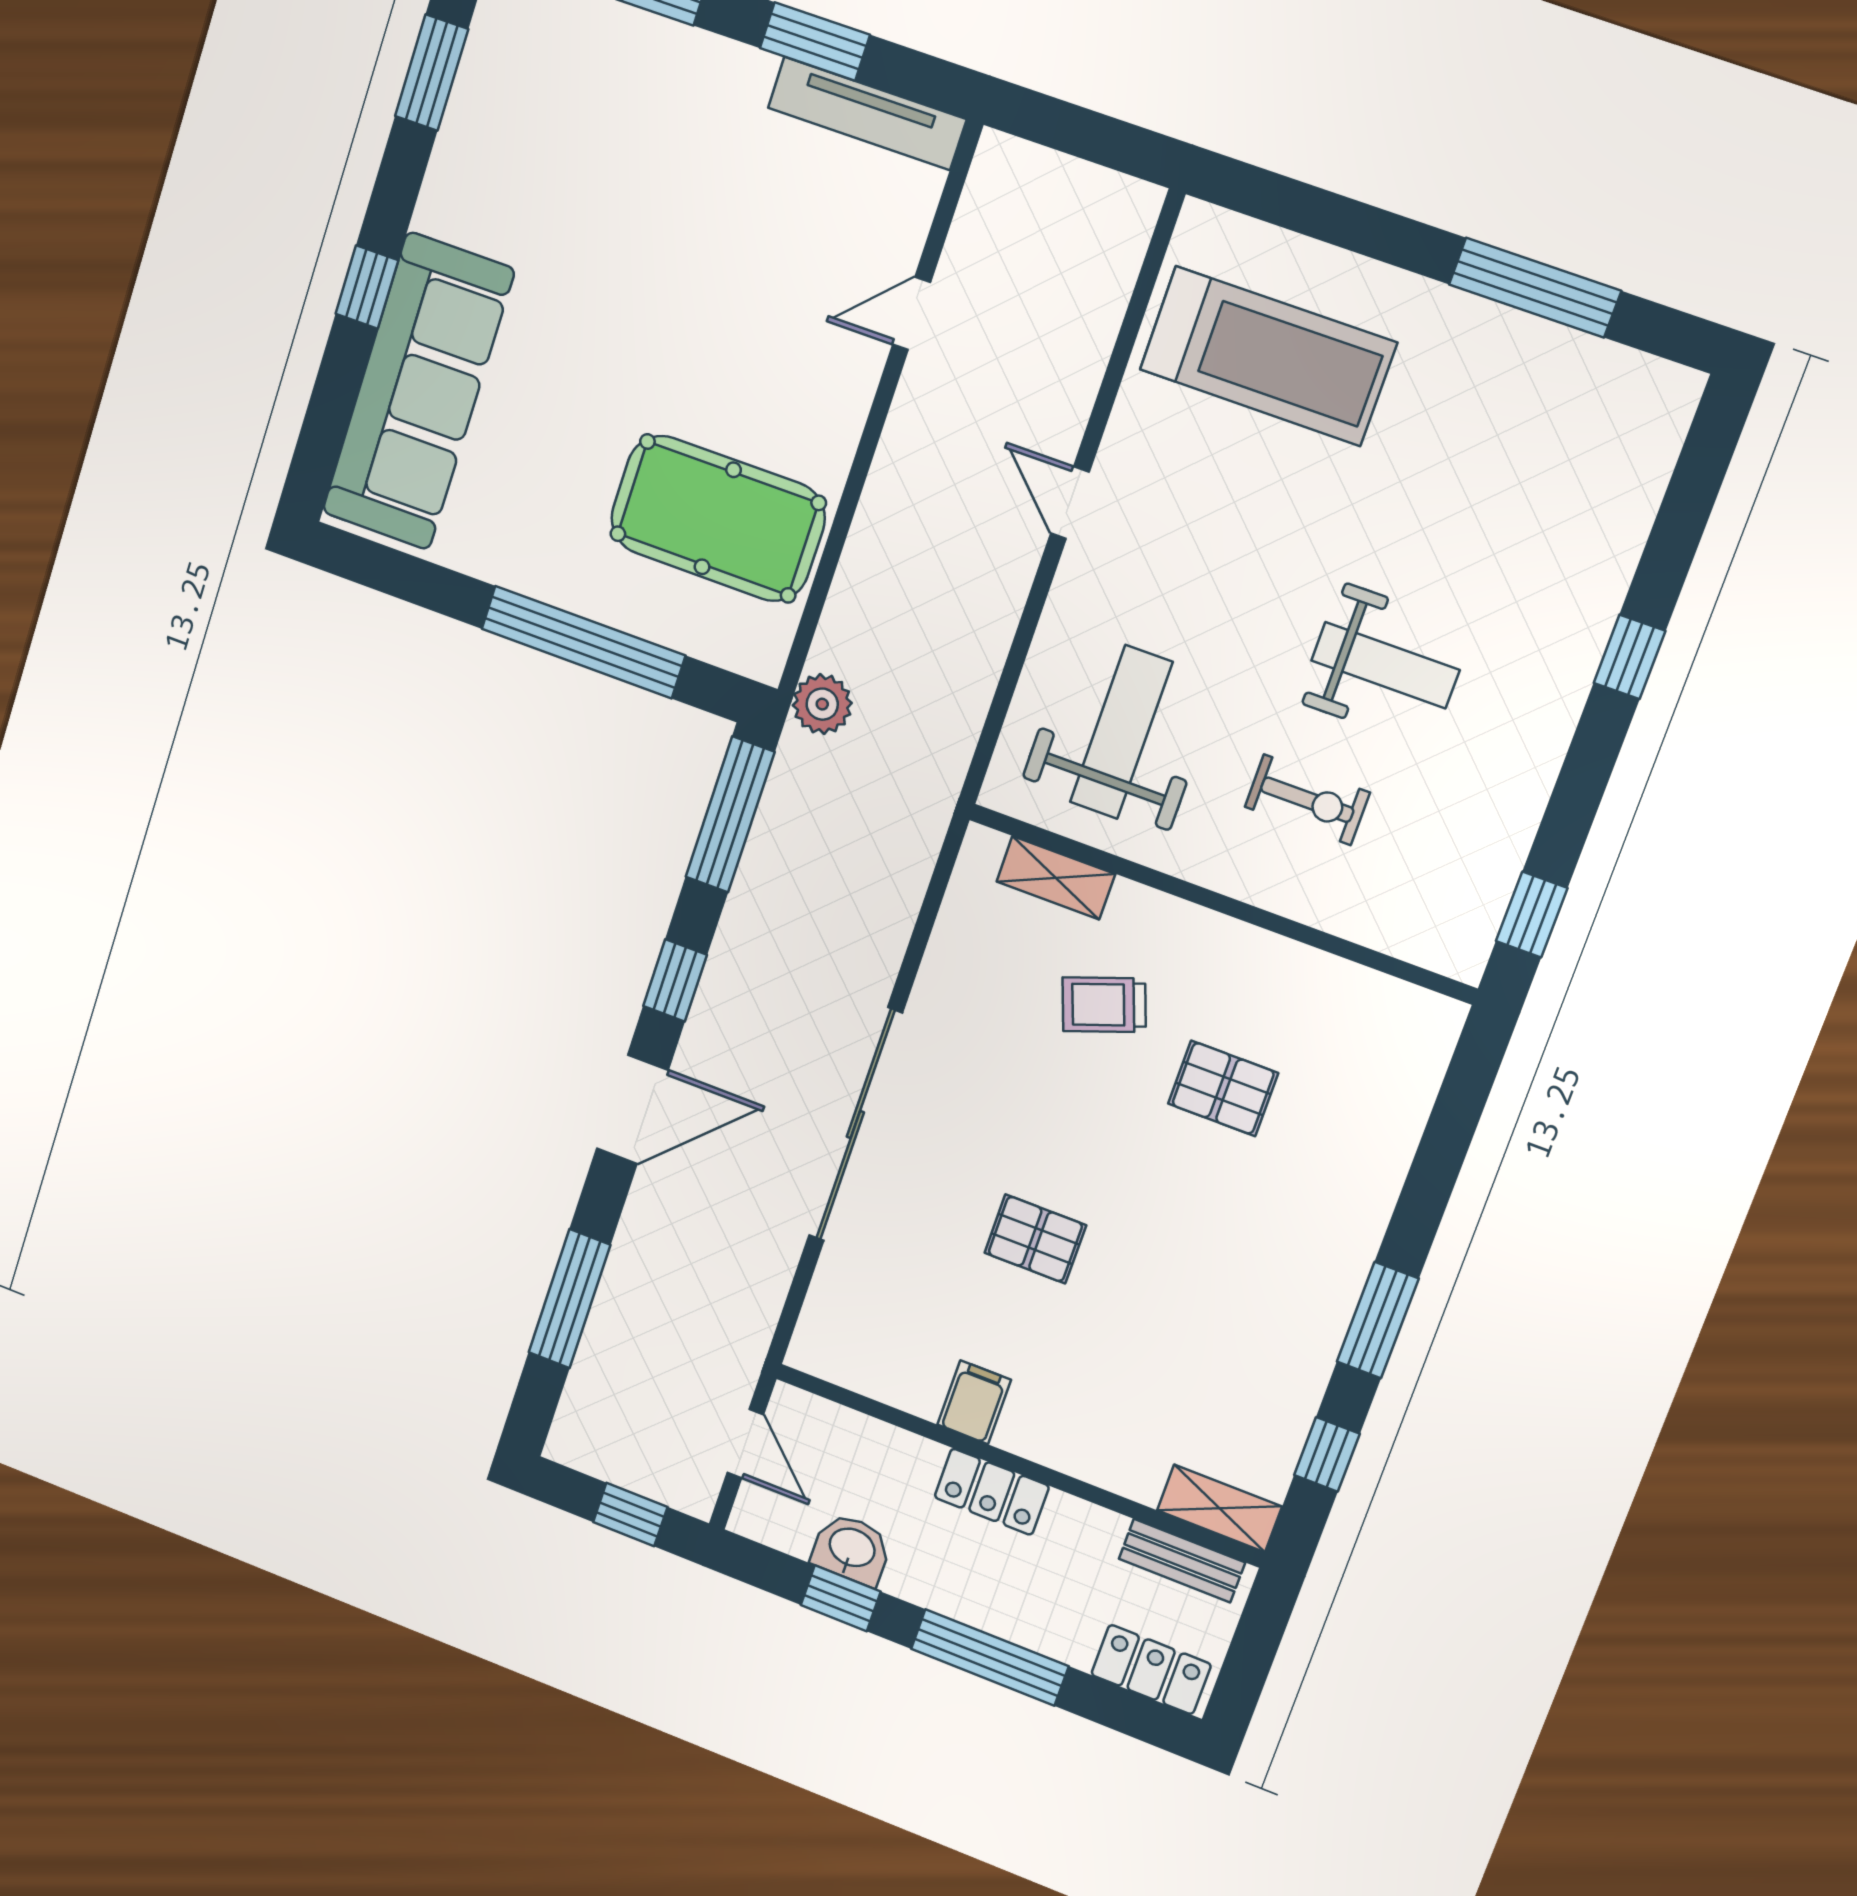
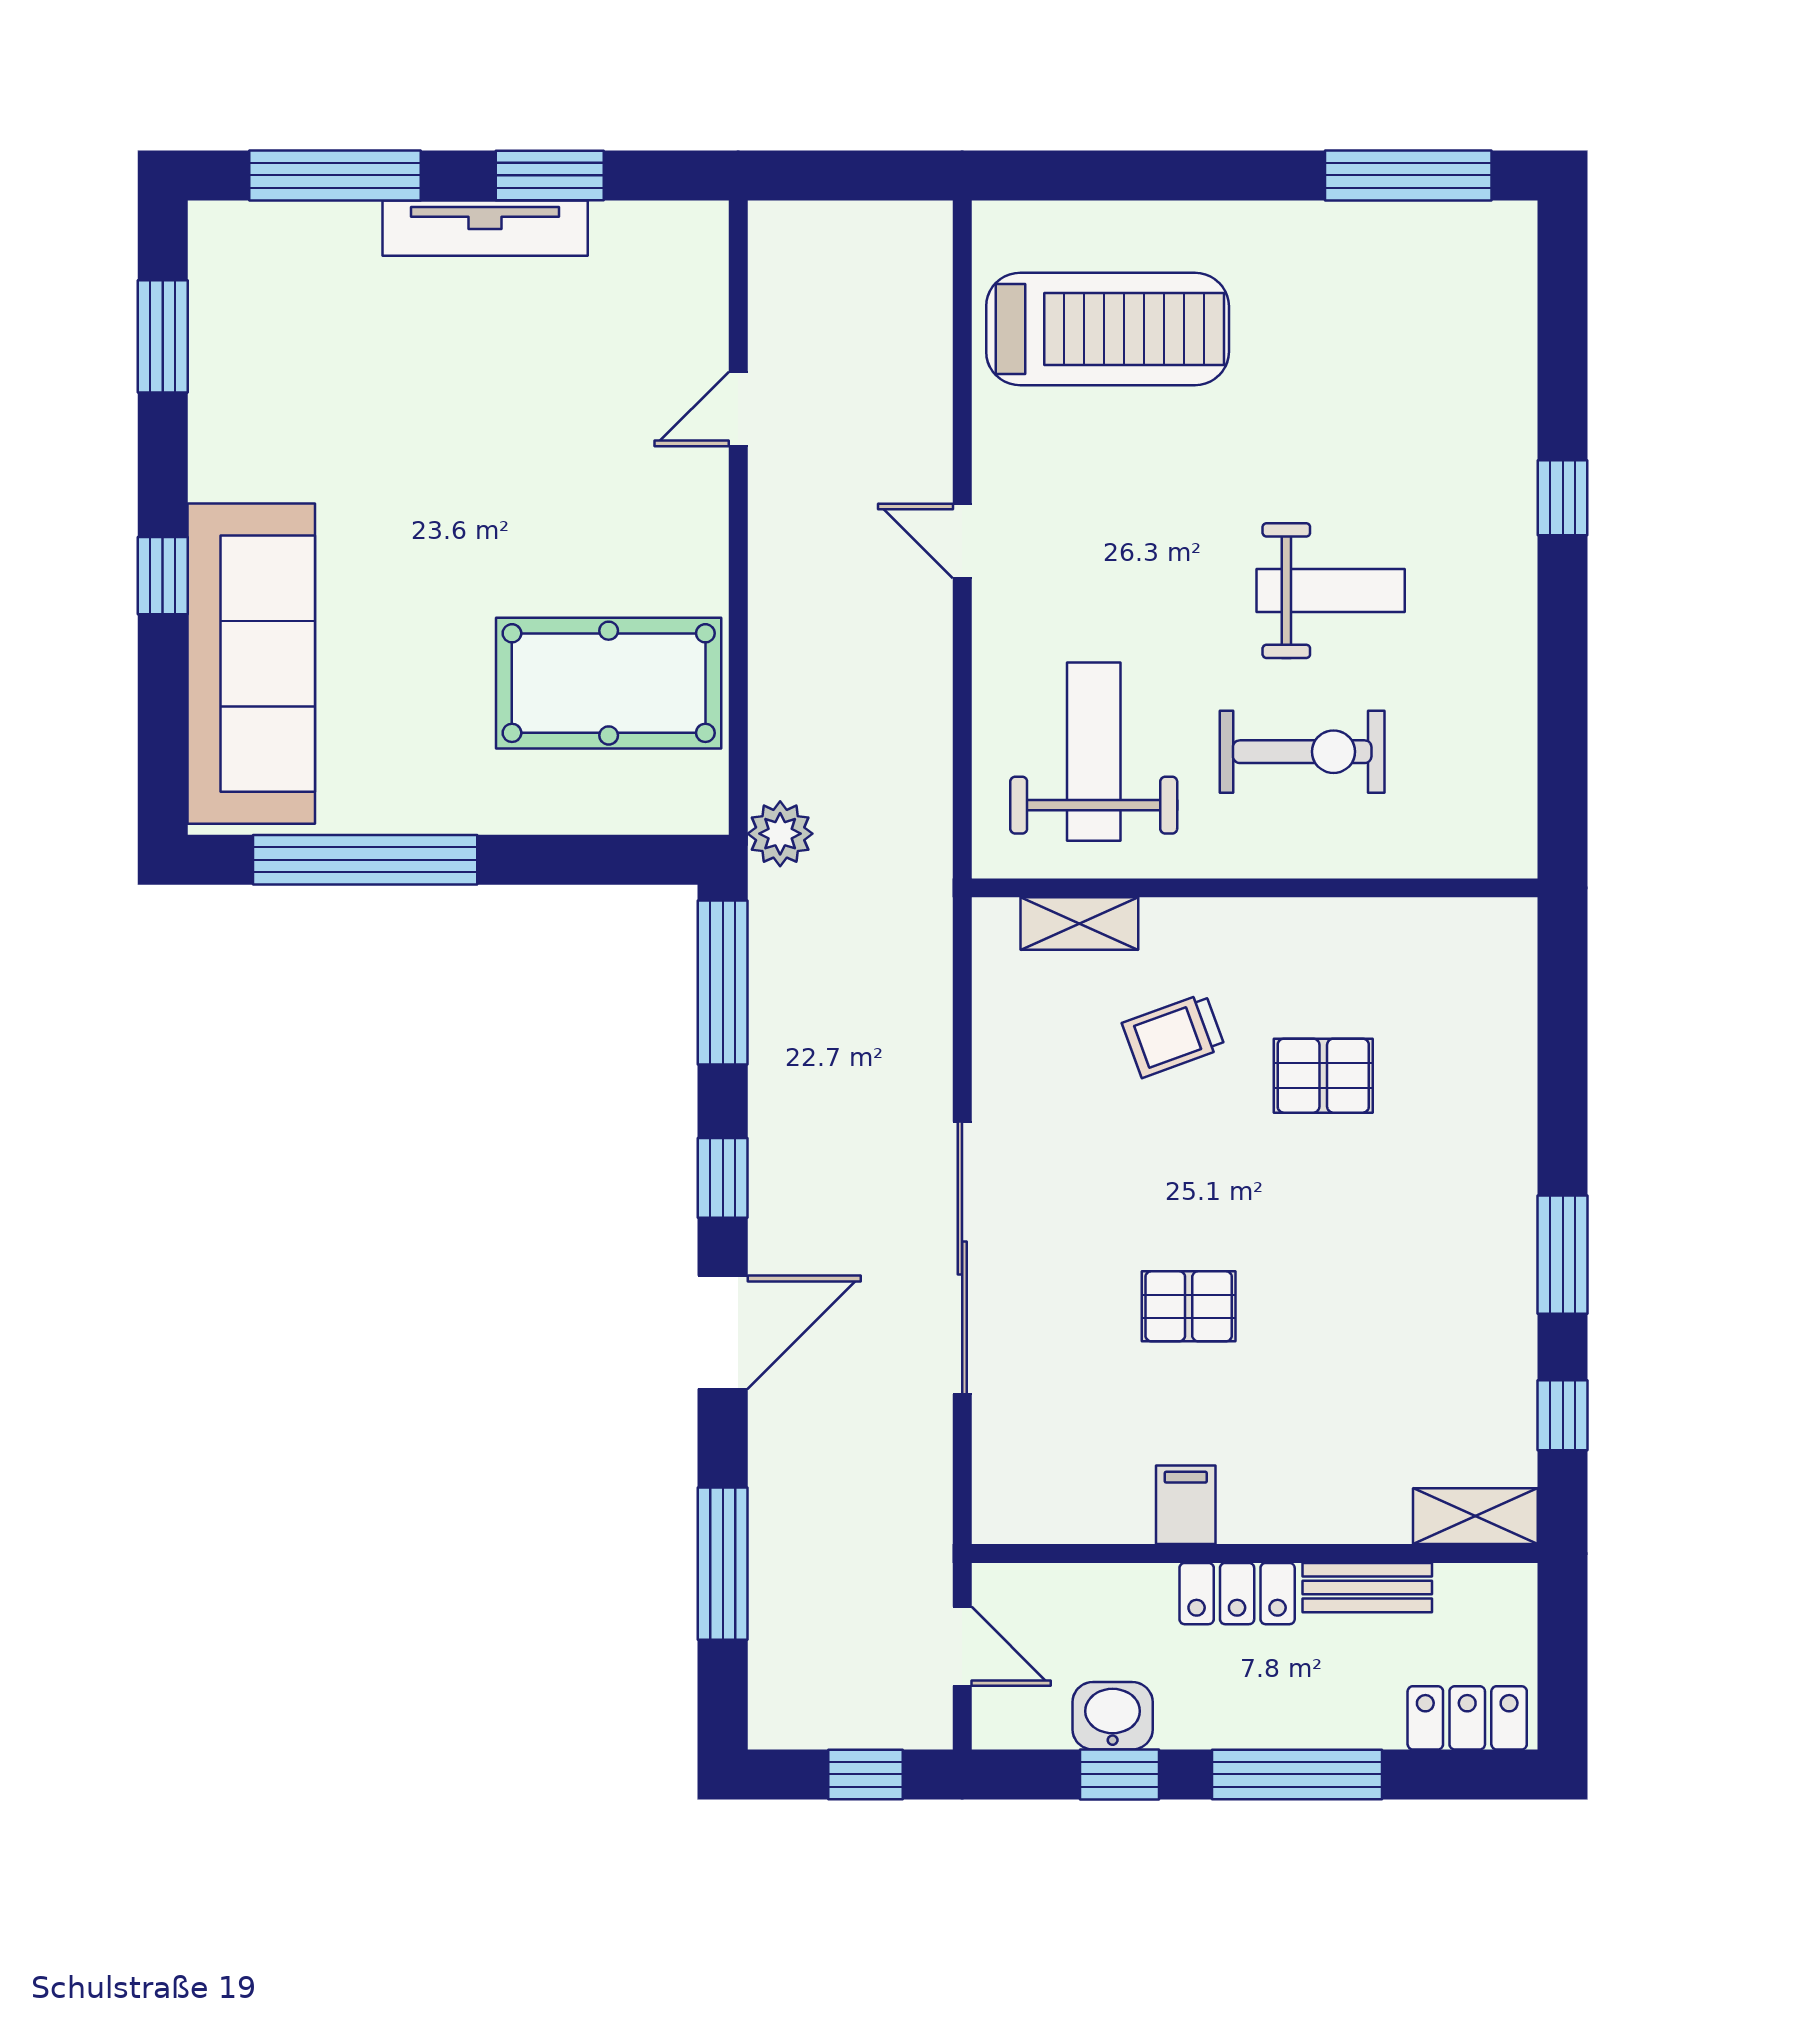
tv unit: (867, 113) -> (485, 228), moved
window: (1535, 288) -> (1408, 175), moved
window: (583, 642) -> (365, 860), moved
exercise bike: (1307, 800) -> (1302, 752), width x1.38, depth x1.39
window: (1532, 915) -> (1563, 785), removed
bench: (1182, 1561) -> (1367, 1588), moved

